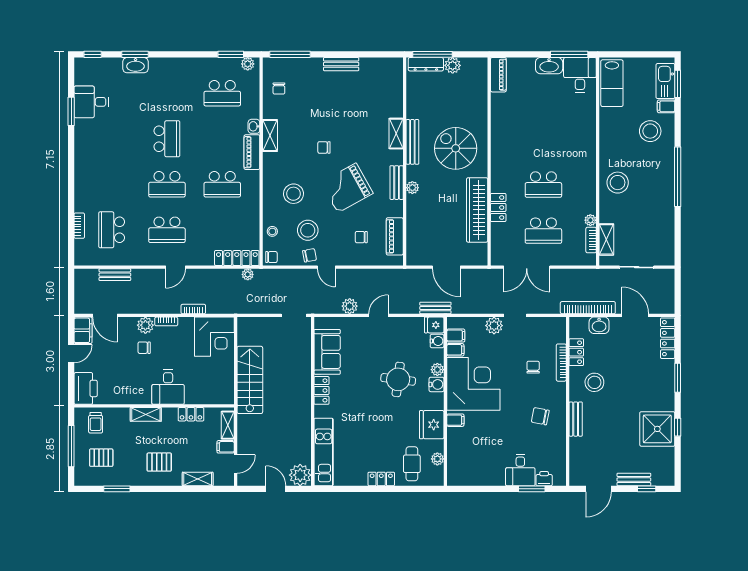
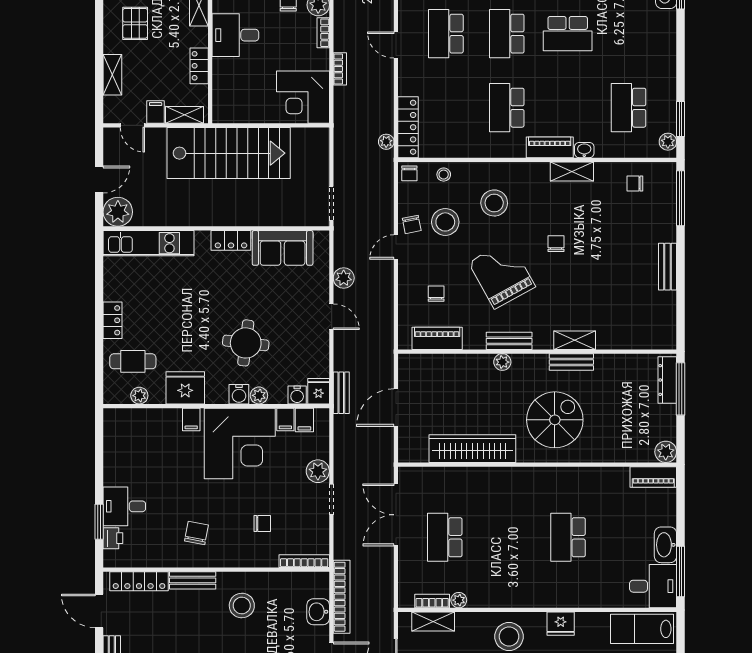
plant: (453, 65) -> (666, 452), moved
bench: (412, 142) -> (571, 362), width x0.73
fridge: (608, 144) -> (561, 624), added
school desk: (543, 185) -> (568, 537), moved
locker: (498, 208) -> (476, 477), removed
locker: (576, 352) -> (139, 581), moved, width x1.53
bookcase: (561, 363) -> (304, 561), moved
stairs: (250, 380) -> (229, 153), width x1.36, depth x1.51

